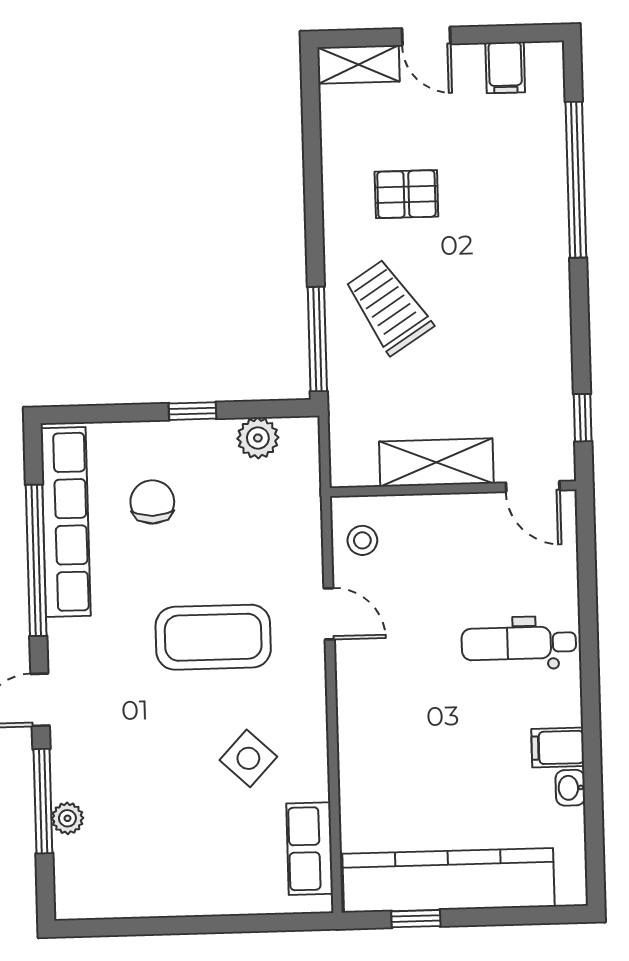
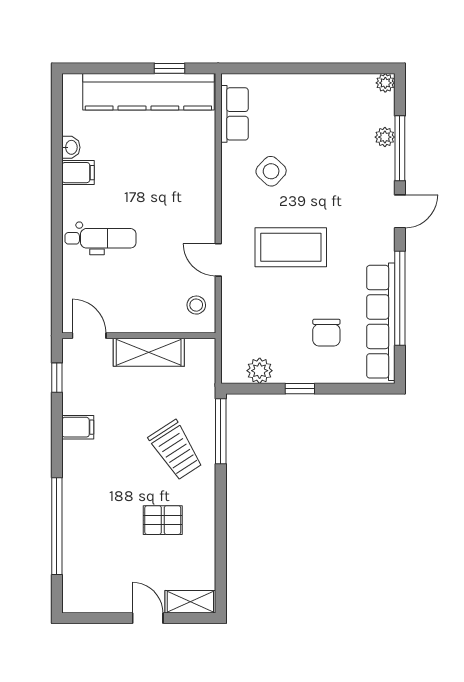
filing cabinet: (505, 68) -> (78, 427), moved, turned 90
plant: (69, 905) -> (385, 83), added

